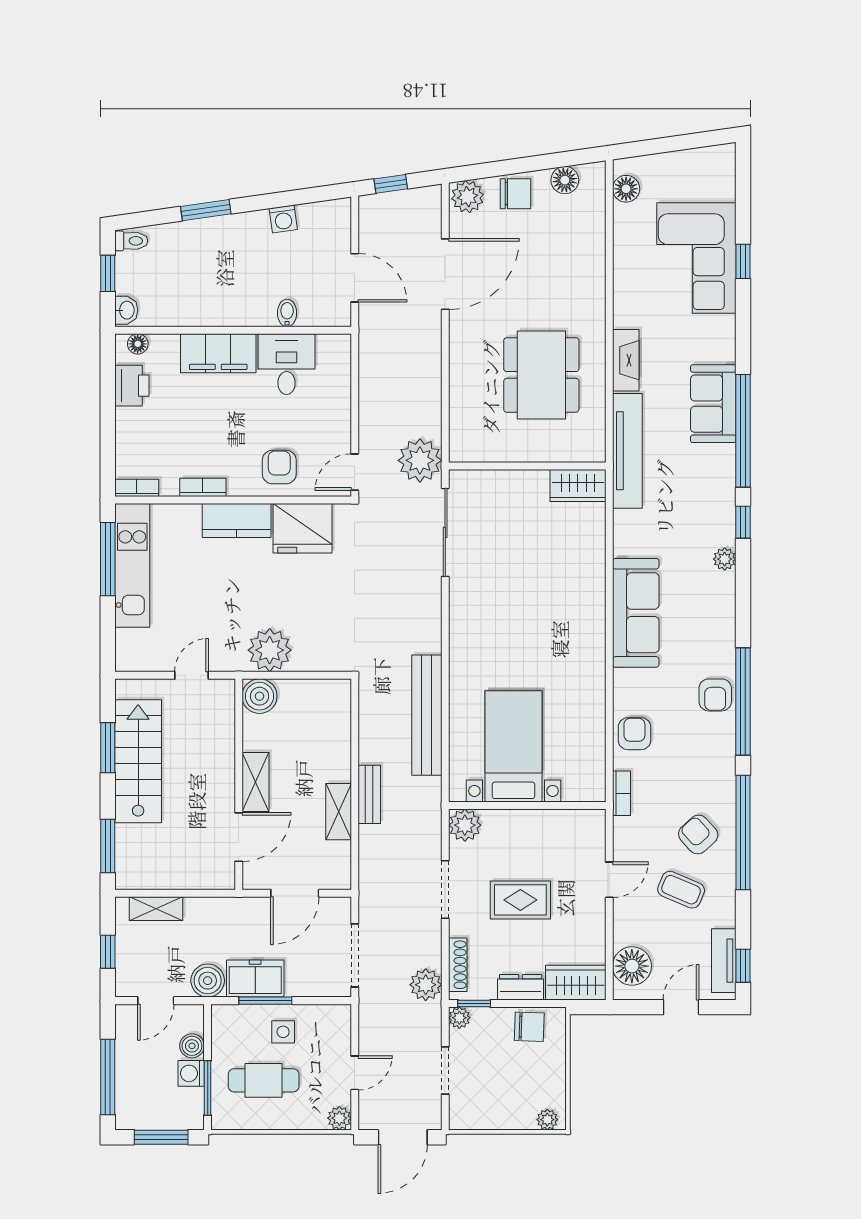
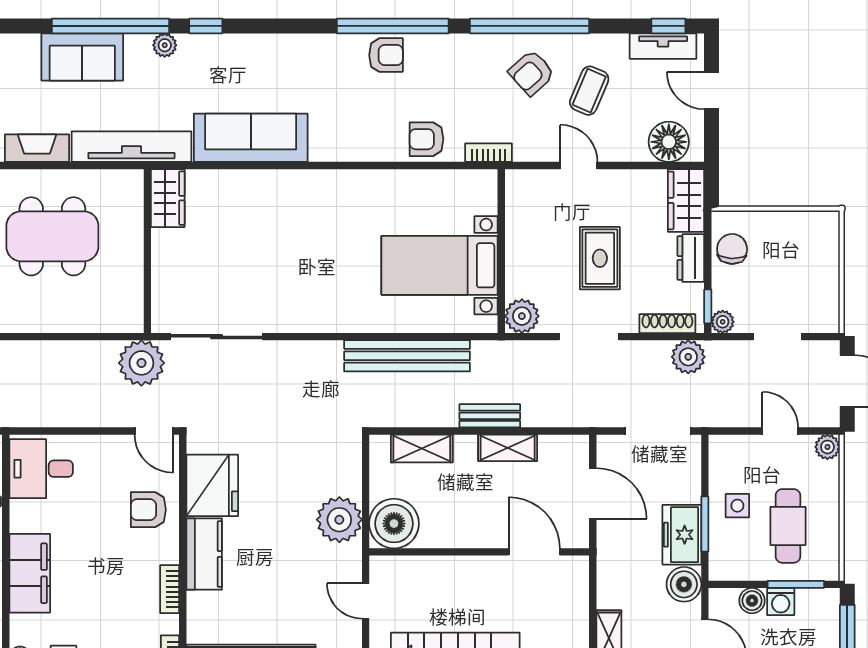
desk: (287, 364) -> (41, 469), moved
plant: (725, 559) -> (165, 45), moved
sofa: (636, 613) -> (251, 138), moved
boiler: (259, 696) -> (394, 524), width x1.37, depth x1.37
shelving: (255, 782) -> (422, 448), moved
plant: (547, 1120) -> (829, 230), removed

